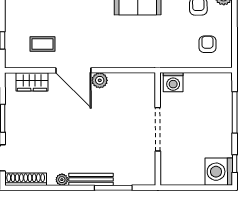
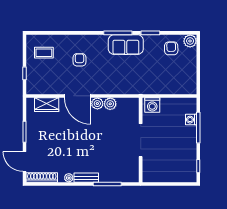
coffee table: (42, 44) -> (44, 53), moved
armchair: (207, 44) -> (80, 60), moved
plant: (117, 81) -> (110, 104), added
washing machine: (219, 172) -> (191, 120), moved, width x0.53, depth x0.53
bench: (91, 179) -> (86, 178), width x0.73

